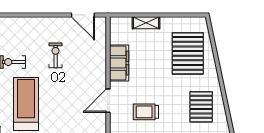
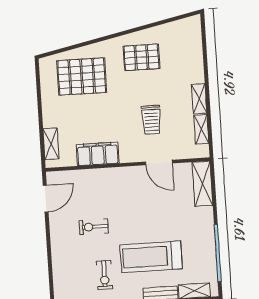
shelving: (146, 23) -> (51, 144), moved
door: (108, 101) -> (159, 163), moved

